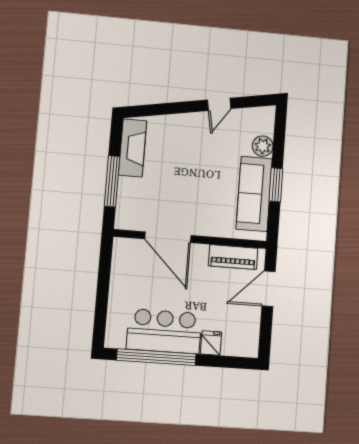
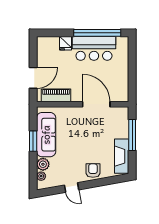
door: (219, 104) -> (72, 187), swing flipped
plant: (267, 127) -> (41, 176), added
armchair: (182, 128) -> (93, 171), added

